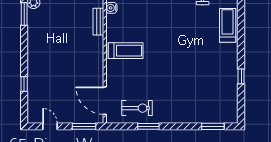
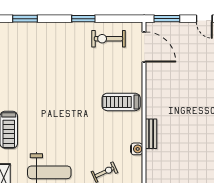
window: (148, 126) -> (83, 19), moved

